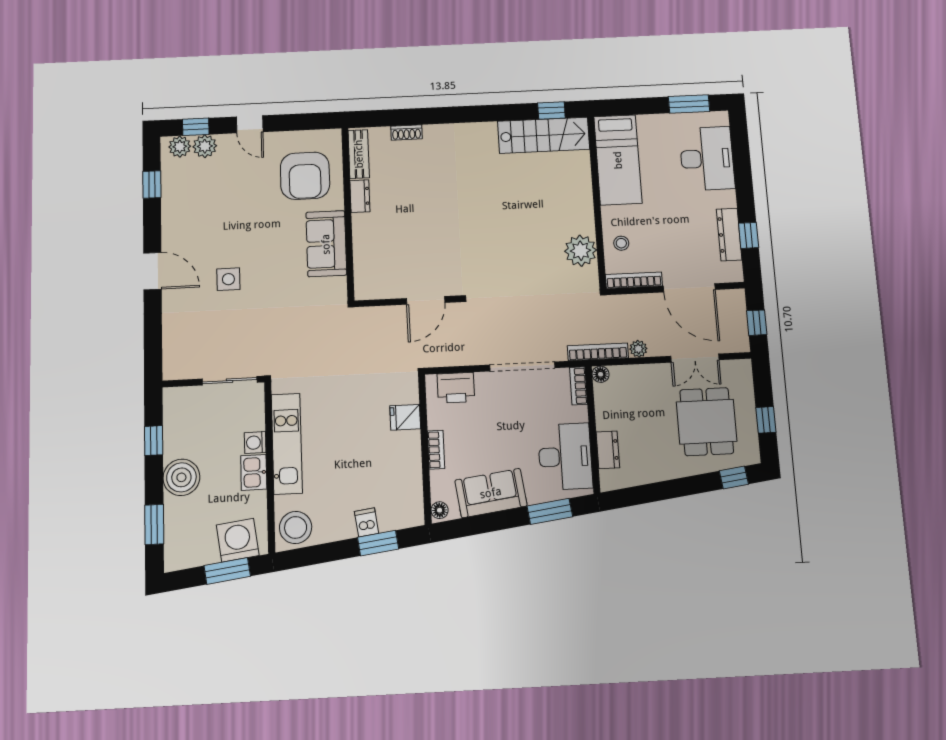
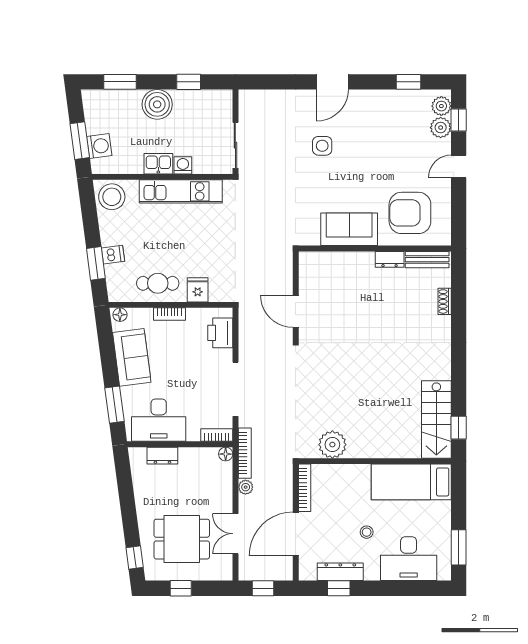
stool: (621, 243) -> (367, 532), moved
cafe table: (399, 466) -> (158, 283), added
washing machine: (238, 540) -> (99, 146), width x0.73, depth x0.73

